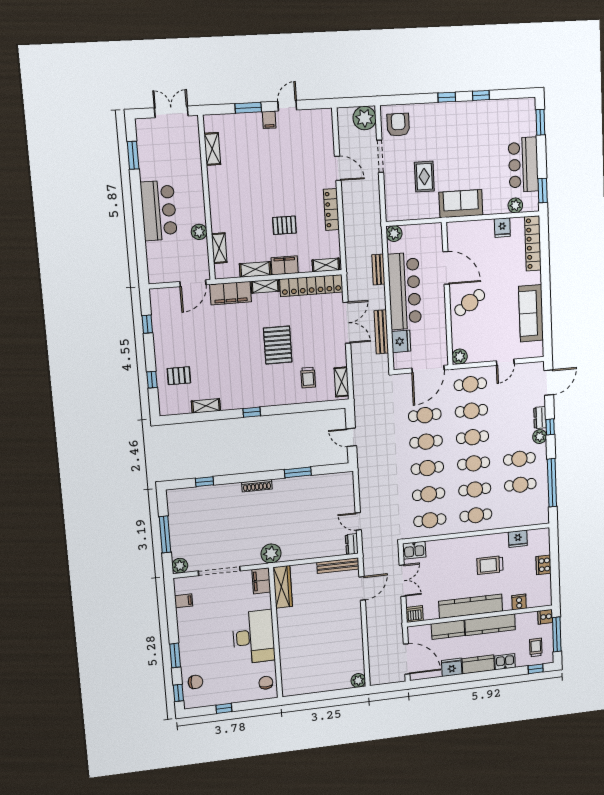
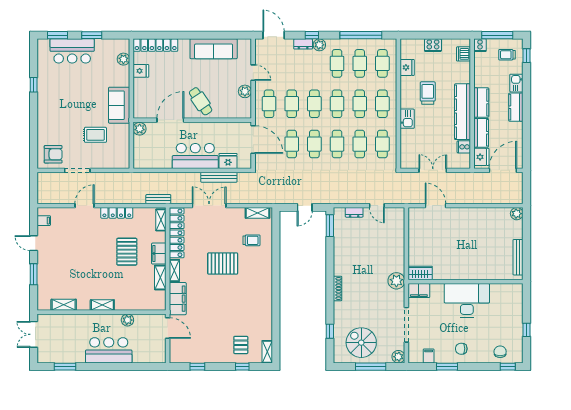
window: (447, 97) -> (34, 113), removed
plant: (365, 118) -> (46, 182), removed
filing cabinet: (269, 120) -> (44, 221), moved
armchair: (398, 125) -> (53, 154), turned 180
bar counter: (523, 165) -> (72, 51), moved
window: (543, 190) -> (92, 35), moved
pallet: (284, 225) -> (127, 252), width x1.50, depth x1.42
plant: (394, 234) -> (140, 129), moved
shelving: (219, 248) -> (102, 305), moved
bench: (378, 269) -> (158, 199), moved
bar counter: (405, 291) -> (195, 156), width x0.73
plant: (460, 357) -> (245, 91), moved
shelving: (206, 406) -> (267, 352), moved
window: (252, 412) -> (276, 289), removed
window: (298, 472) -> (330, 226), moved
cafe table: (521, 510) -> (382, 63), added
spiral stairs: (193, 520) -> (361, 343), added
door: (358, 521) -> (377, 206), hinge flipped
dresser: (352, 544) -> (354, 212), moved
kitchen sink: (414, 550) -> (407, 119), moved
trolley: (490, 565) -> (428, 93), turned 180
bench: (338, 566) -> (518, 257), moved
wardrobe: (283, 587) -> (420, 273), width x0.67
cooker: (519, 602) -> (464, 147), moved
dishwasher: (415, 614) -> (463, 54), moved
kitchen counter: (490, 625) -> (481, 102), width x0.67
window: (175, 655) -> (447, 367), moved
fridge: (452, 667) -> (481, 157), moved, turned 180
chair: (266, 683) -> (461, 349), moved

